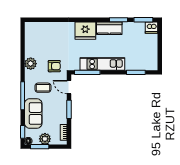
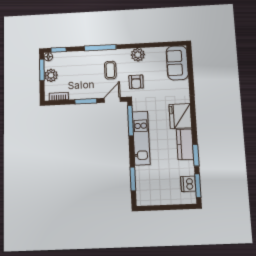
dishwasher: (152, 28) -> (188, 184), moved
sofa: (33, 113) -> (177, 63), moved, turned 90

